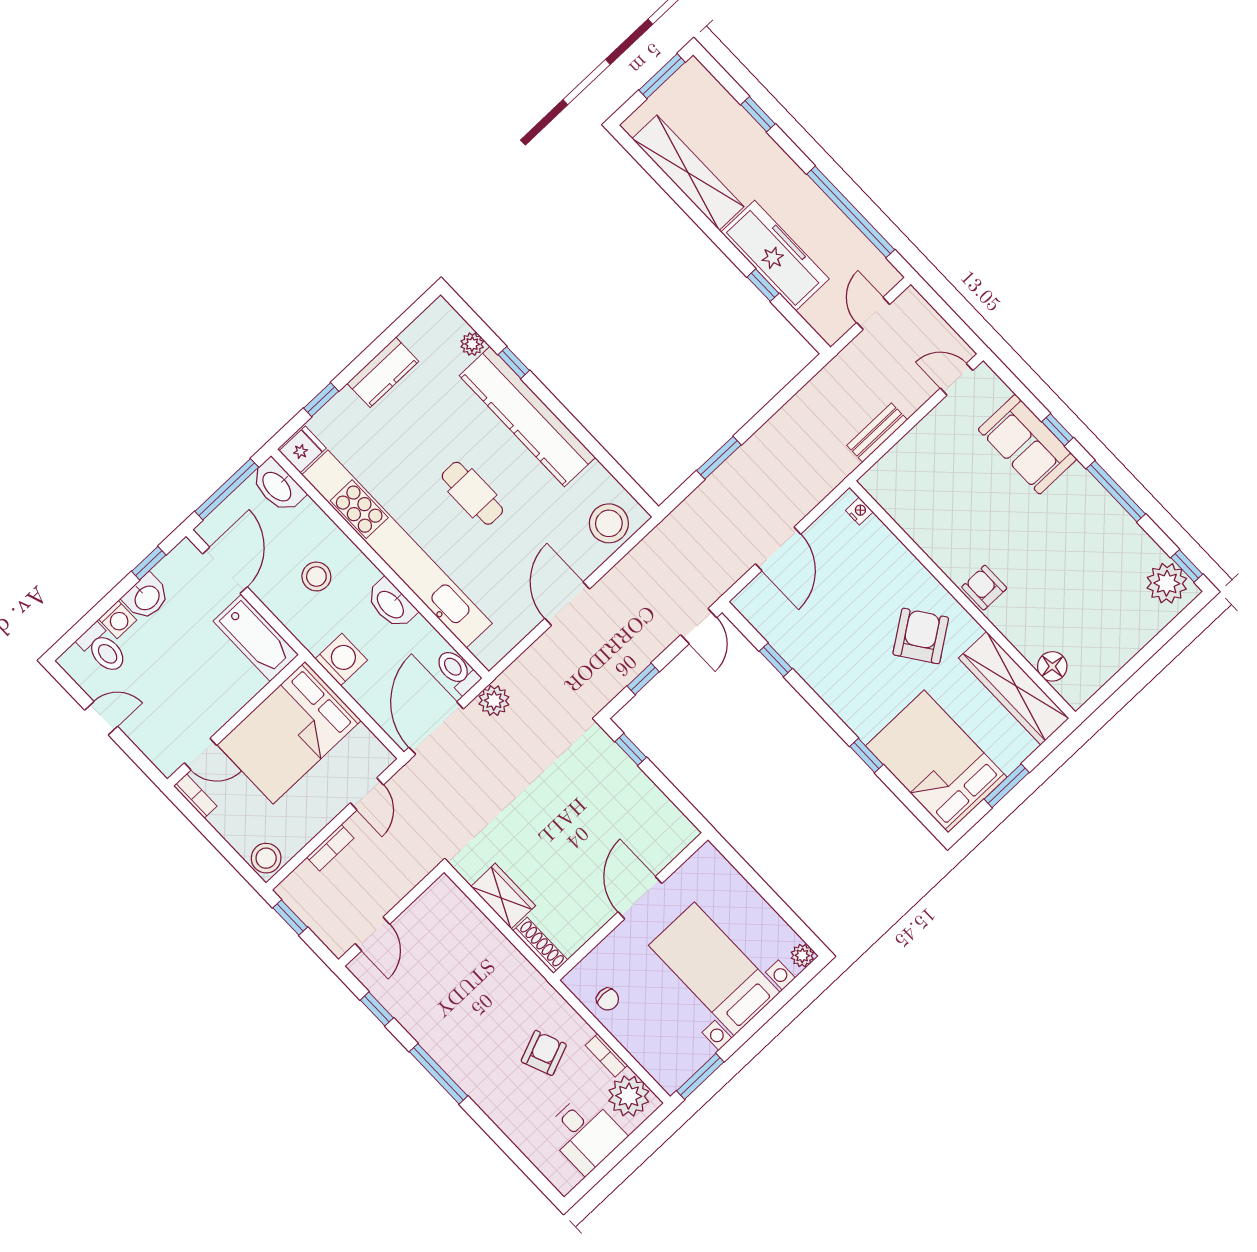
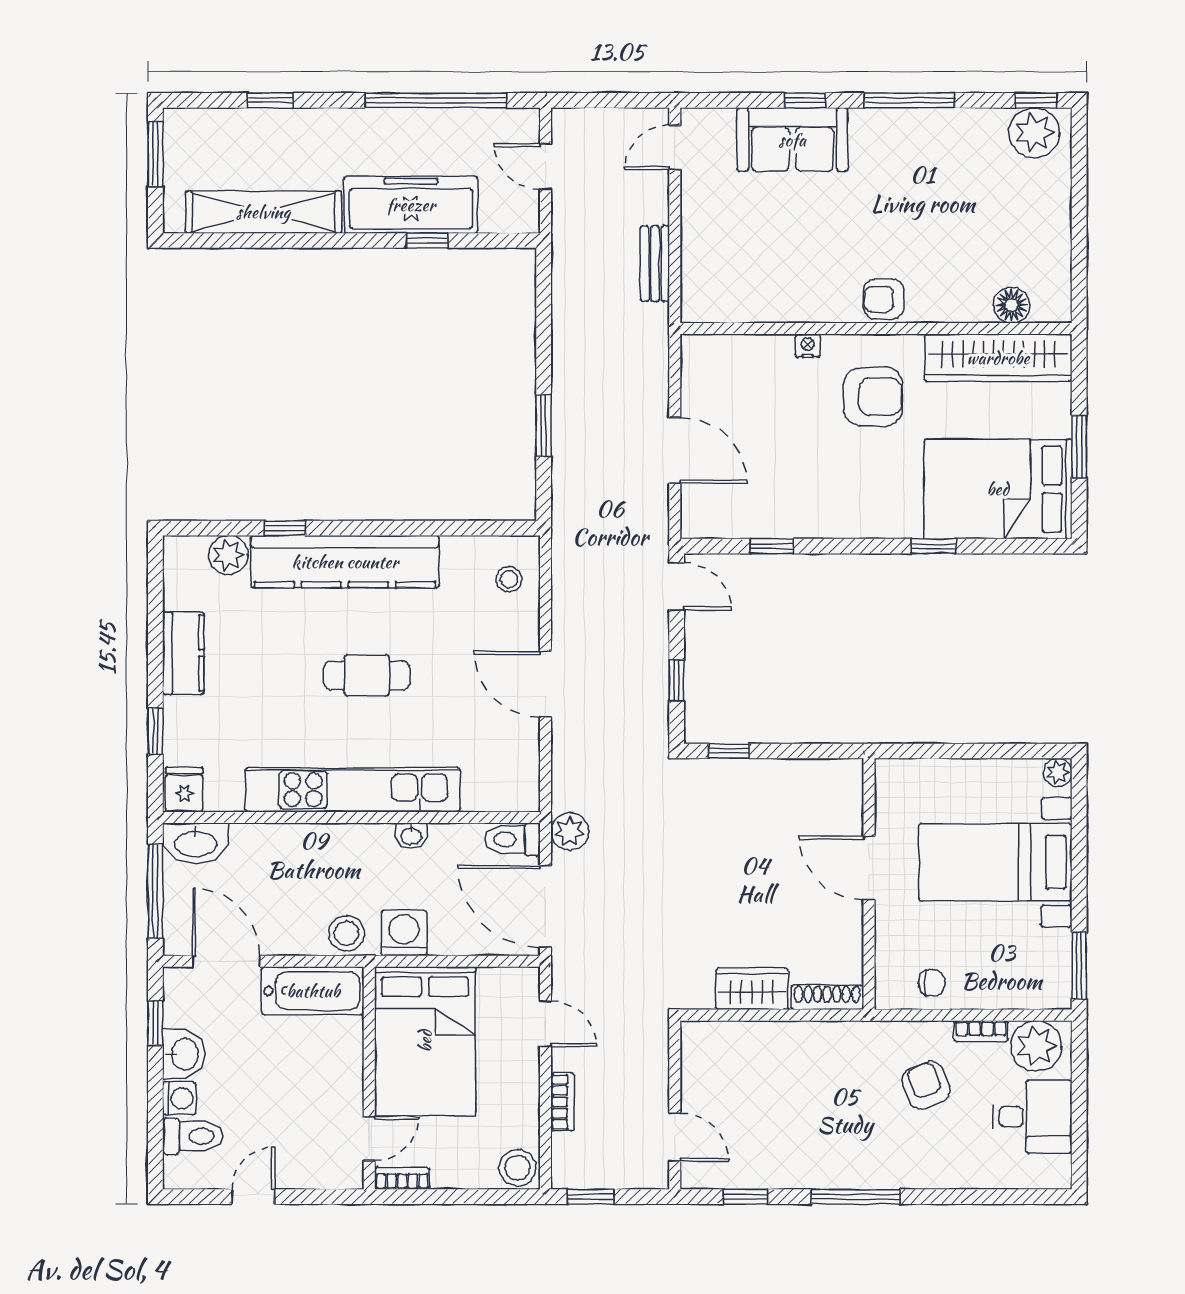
plant: (472, 344) -> (228, 555), width x1.38, depth x1.38
nightstand: (859, 511) -> (808, 346), moved
stool: (609, 523) -> (509, 579), width x0.53, depth x0.53
kitchen unit: (397, 549) -> (353, 790), width x0.73
stool: (316, 576) -> (346, 933), moved
washbasin: (391, 604) -> (411, 836), width x0.52, depth x0.69
armchair: (921, 636) -> (873, 397), turned 125

